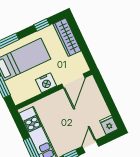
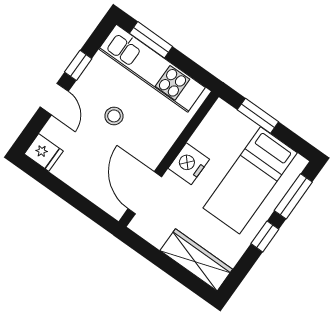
window: (42, 25) -> (265, 236), moved
stool: (68, 123) -> (114, 116), added

